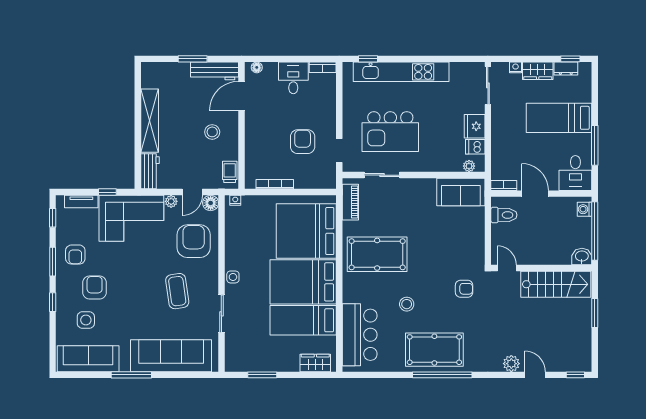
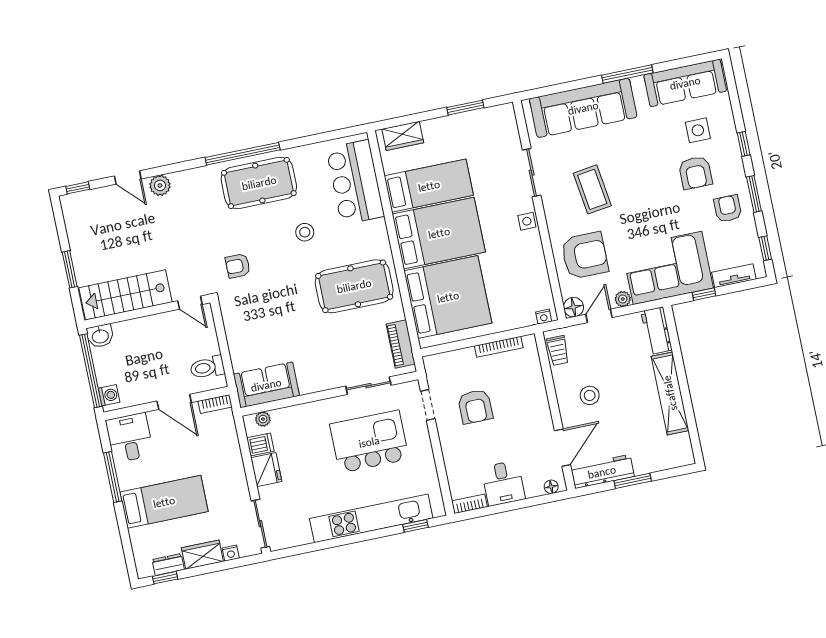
armchair: (194, 241) -> (585, 256), turned -90

